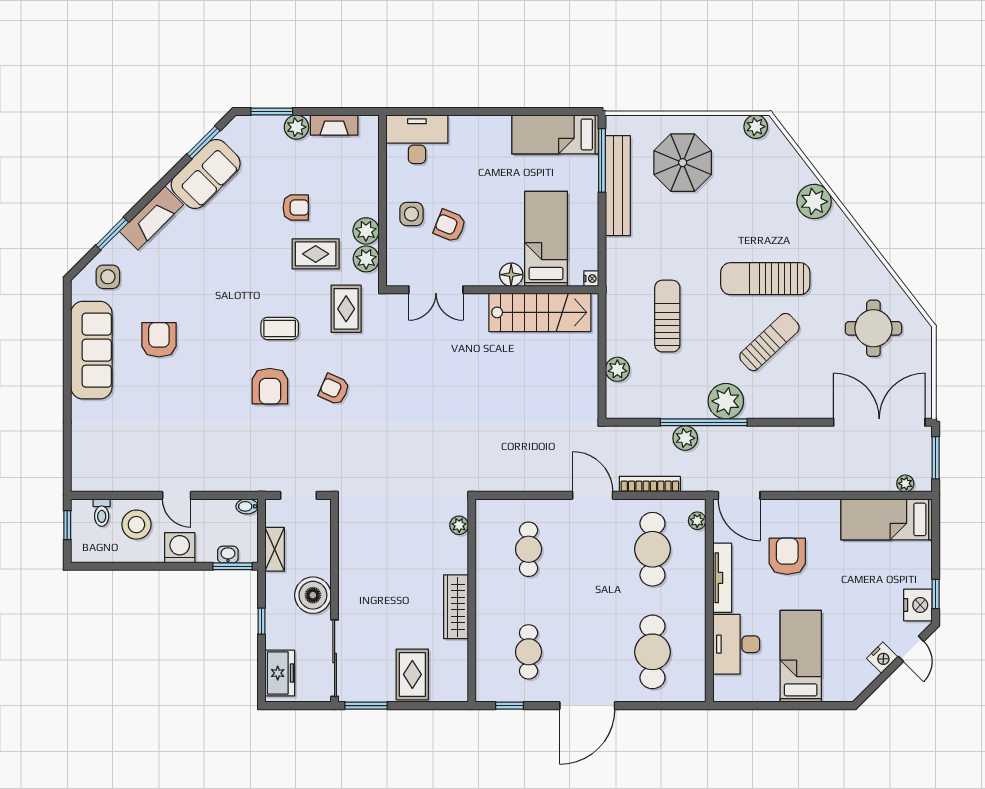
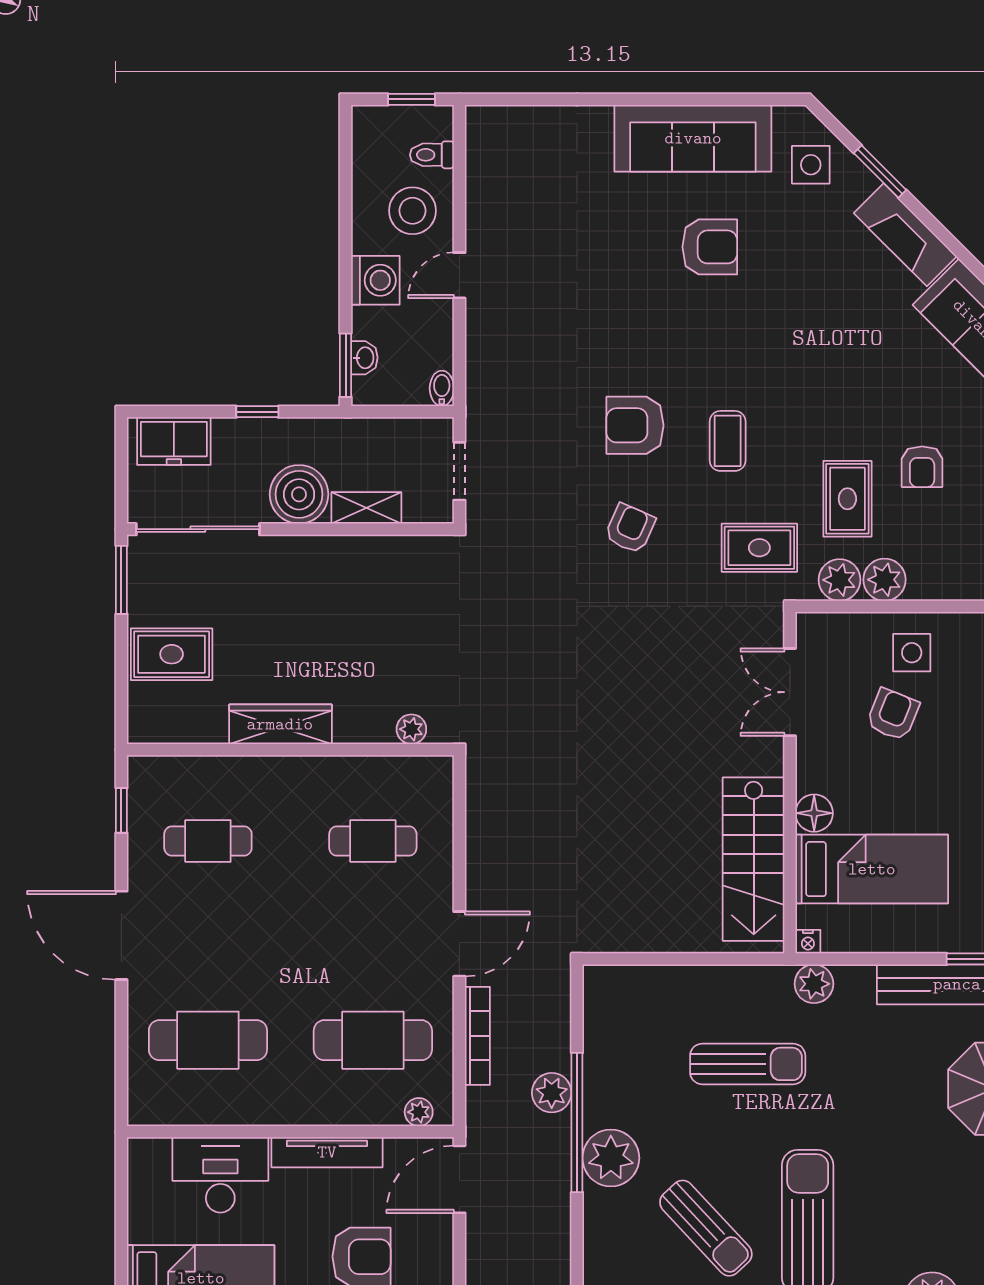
plant: (617, 369) -> (814, 984), moved
shelving: (275, 549) -> (366, 508), moved

